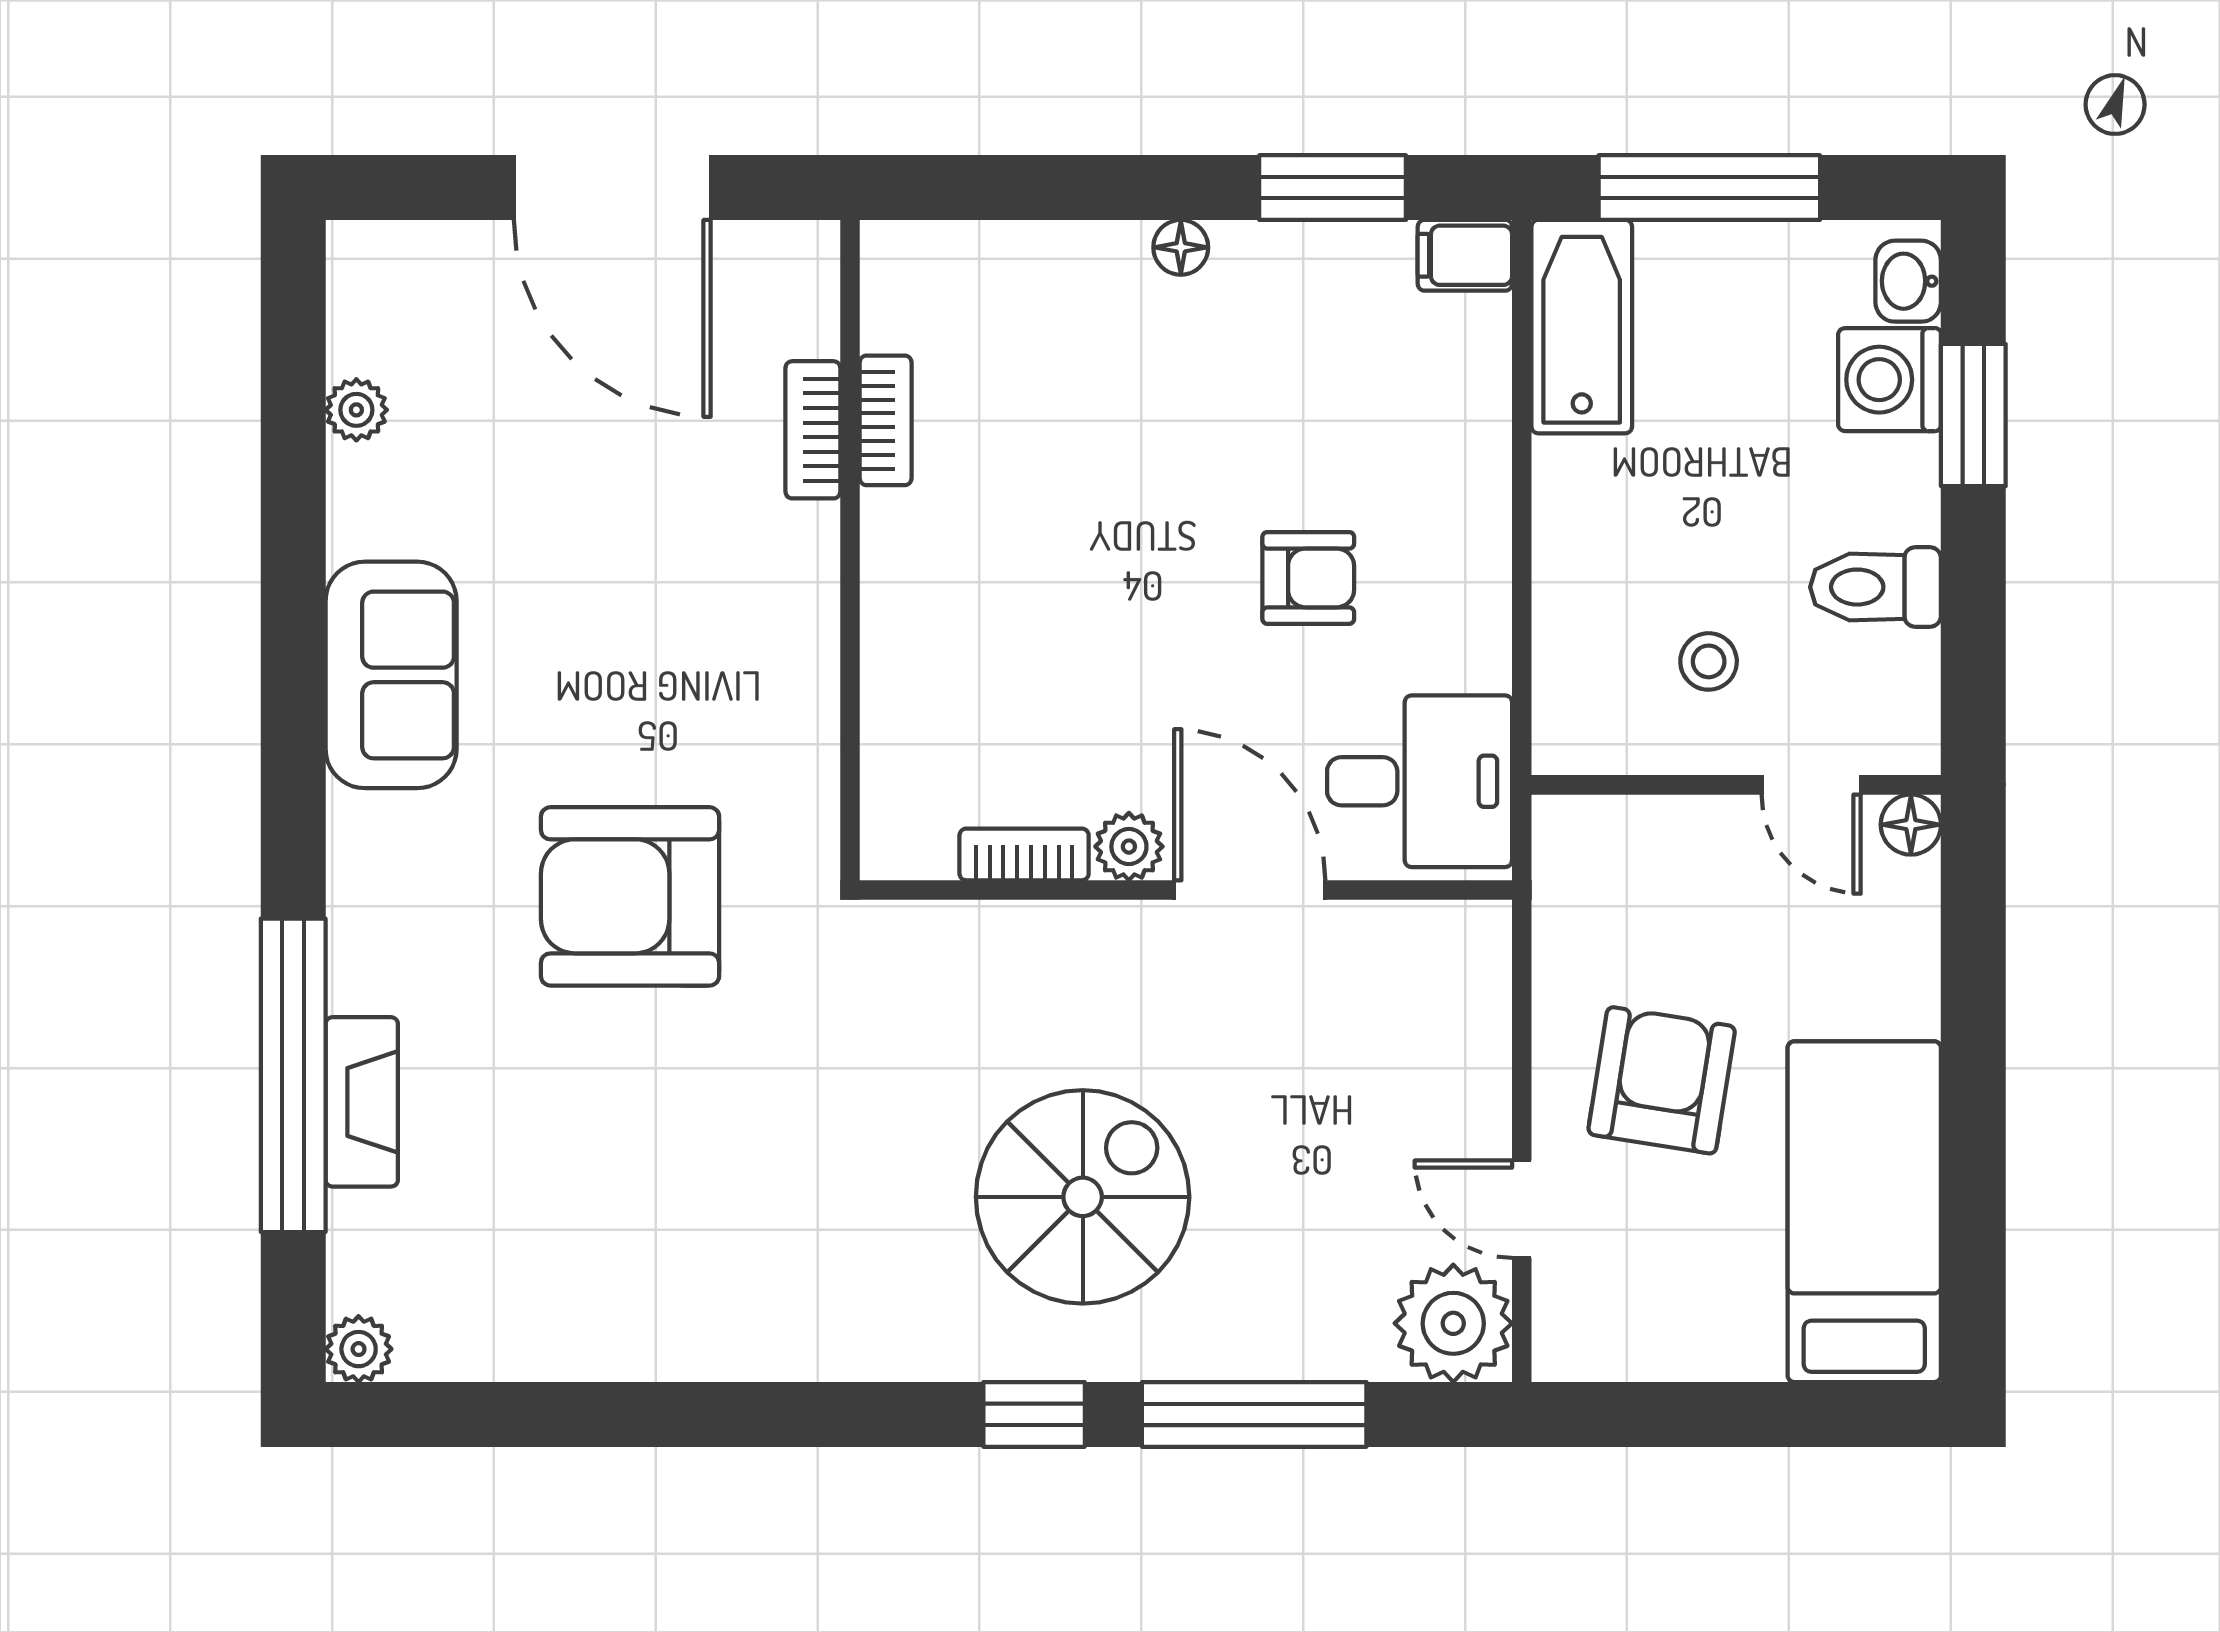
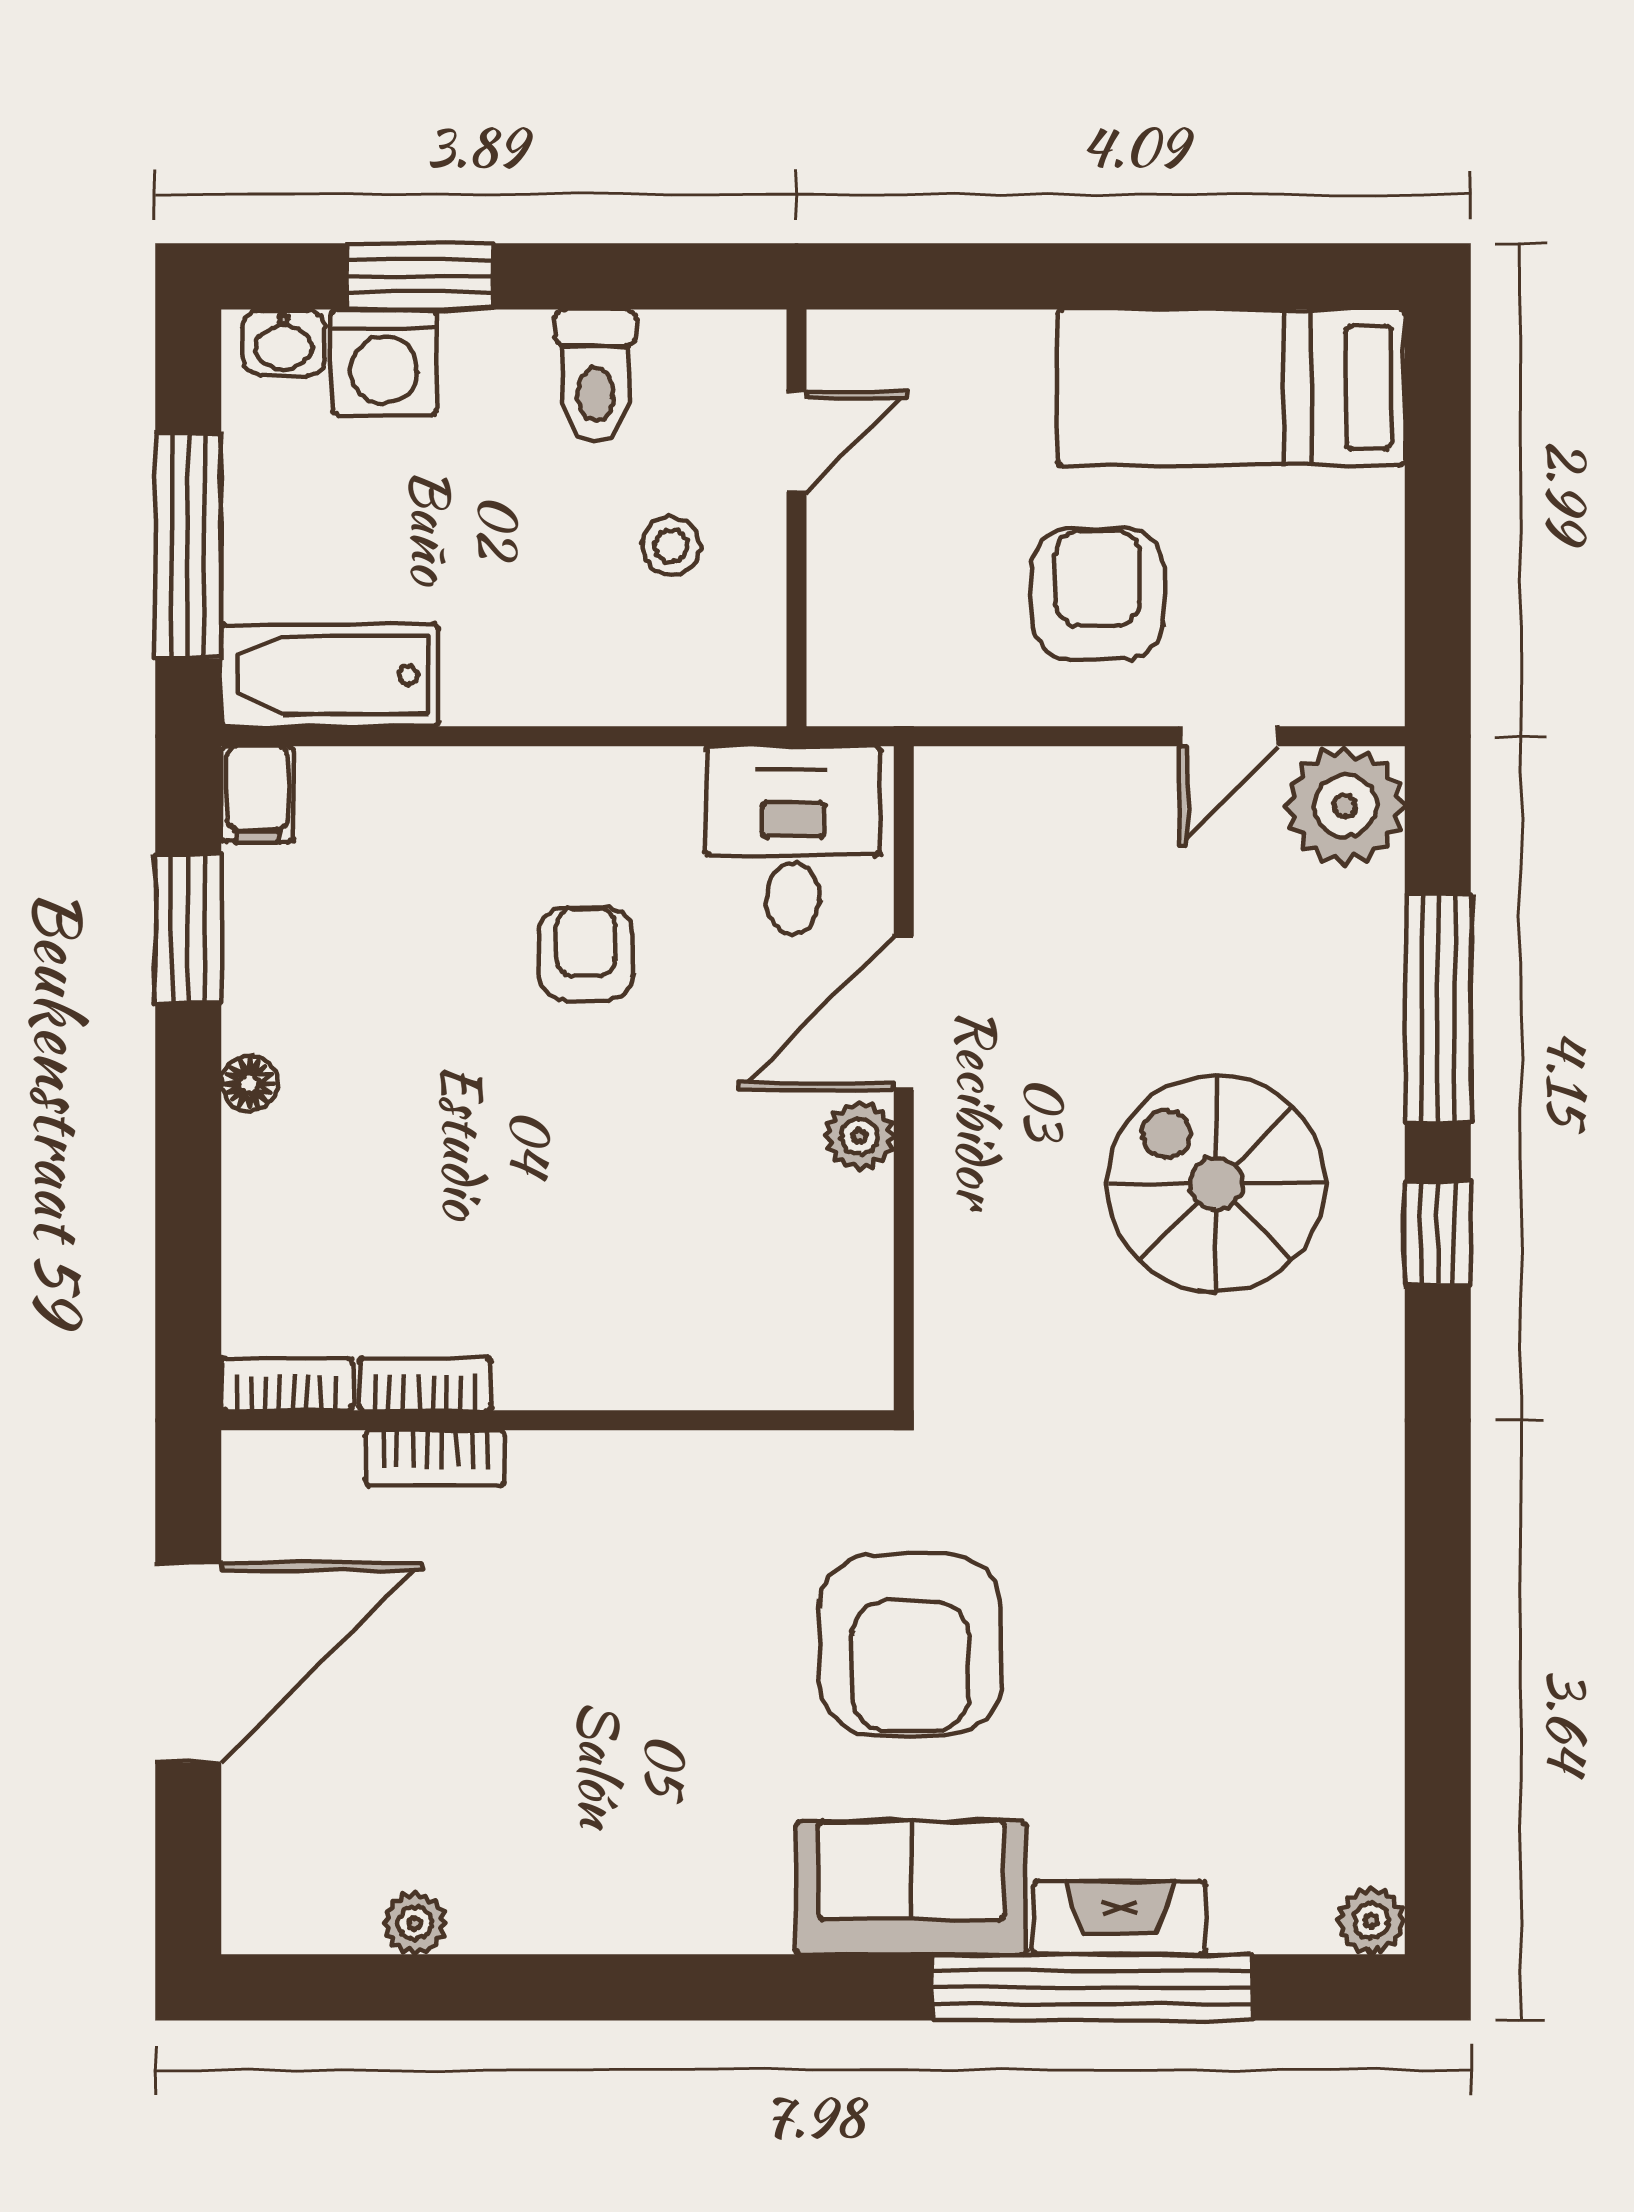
sofa: (391, 675) -> (911, 1888), moved
floor lamp: (1911, 825) -> (837, 340), removed
bookcase: (1024, 854) -> (287, 1384), moved, turned 90
armchair: (1662, 1080) -> (1097, 594), turned 81

